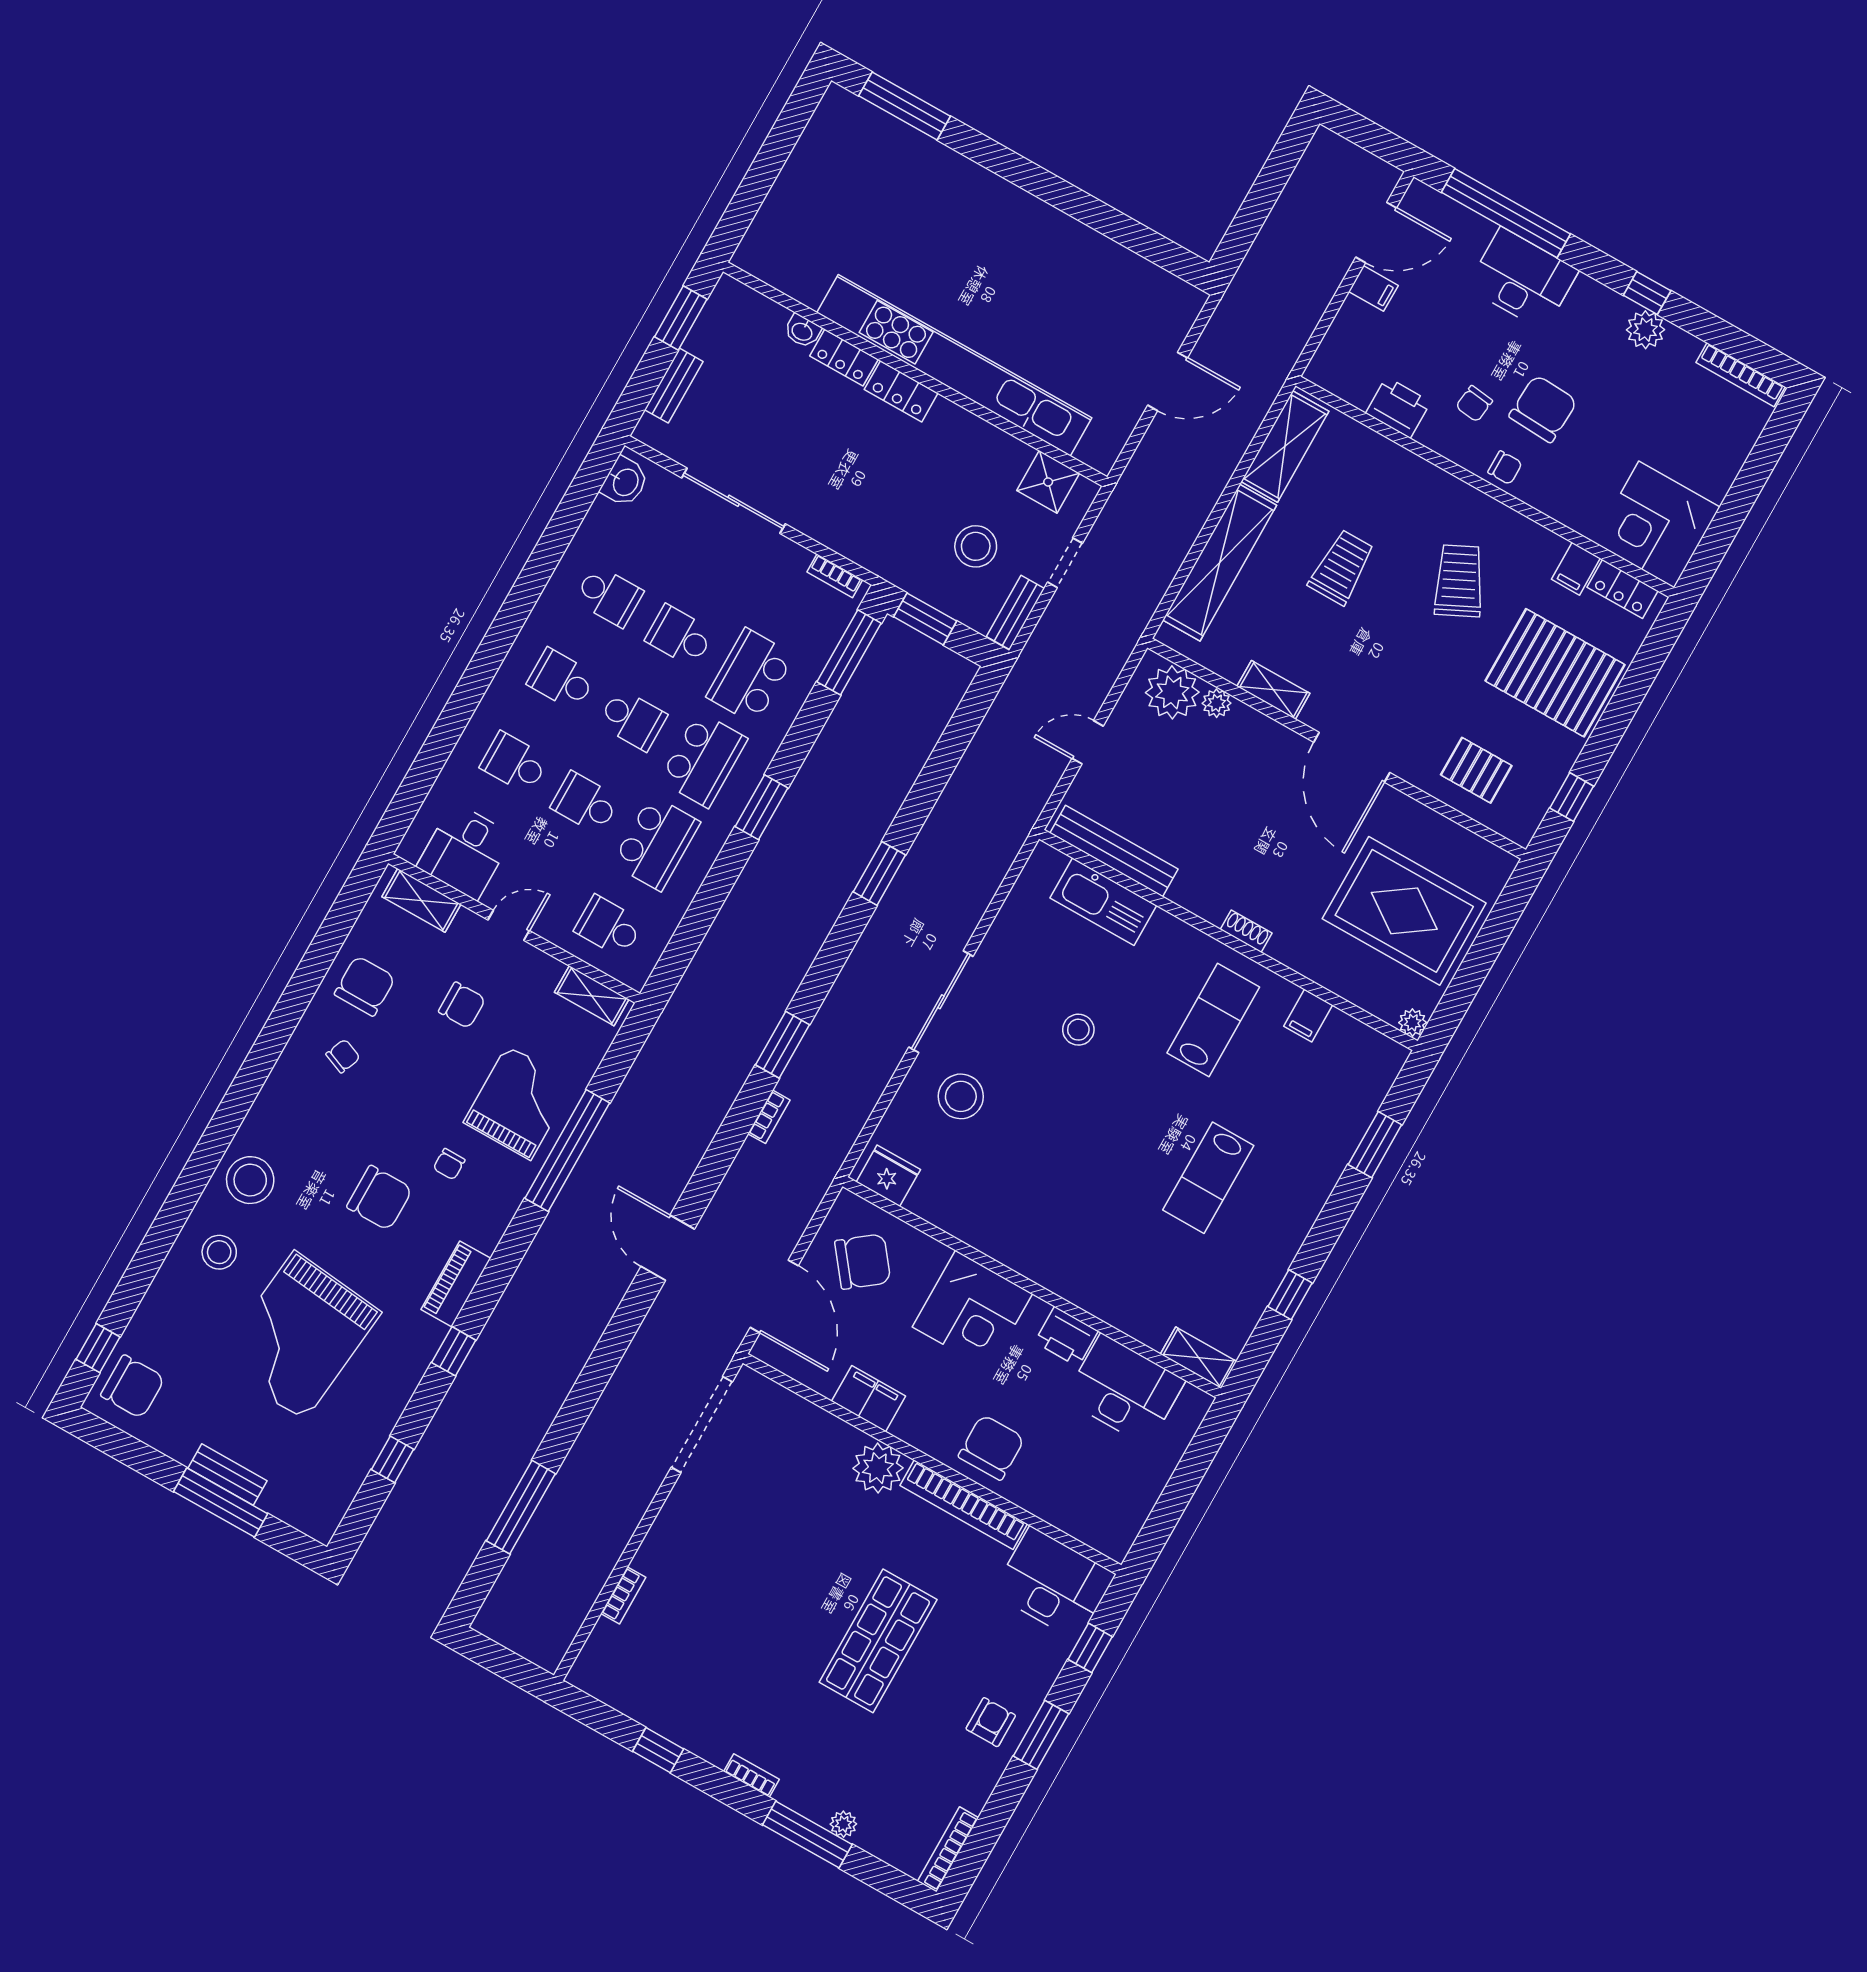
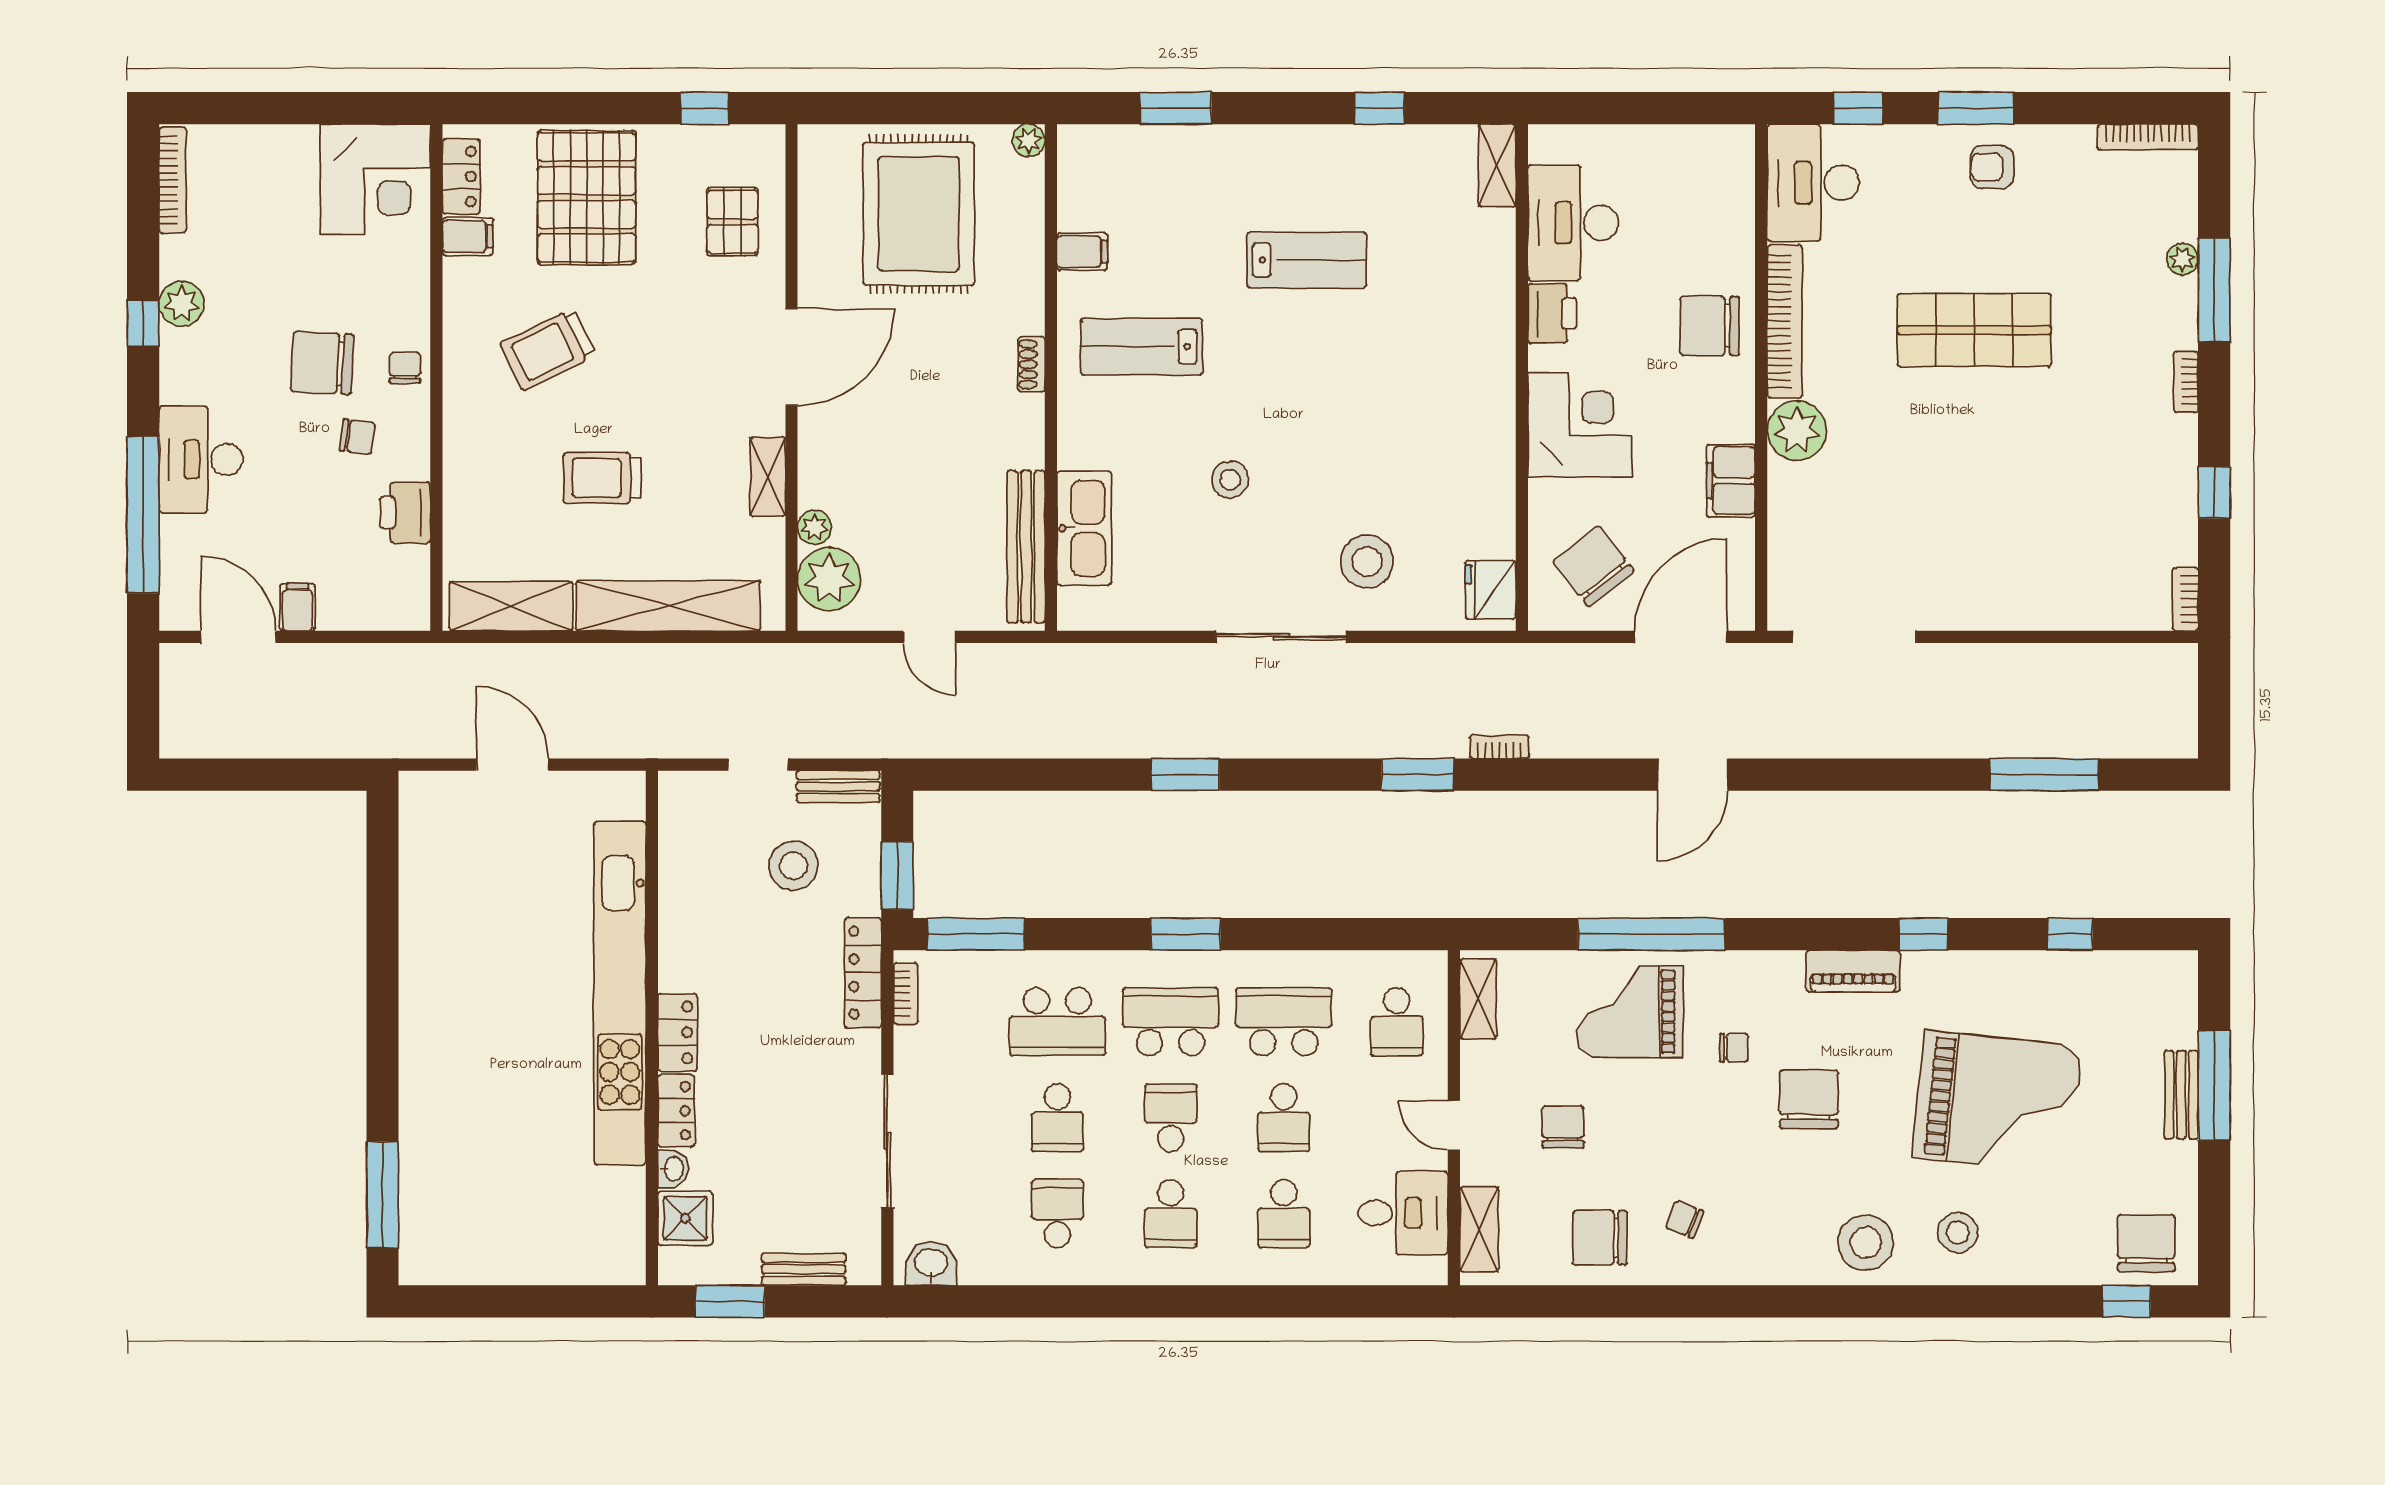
shower: (1048, 482) -> (685, 1218), moved
locker: (868, 553) -> (863, 973), added
bookcase: (623, 1595) -> (2185, 599), moved, turned -90

